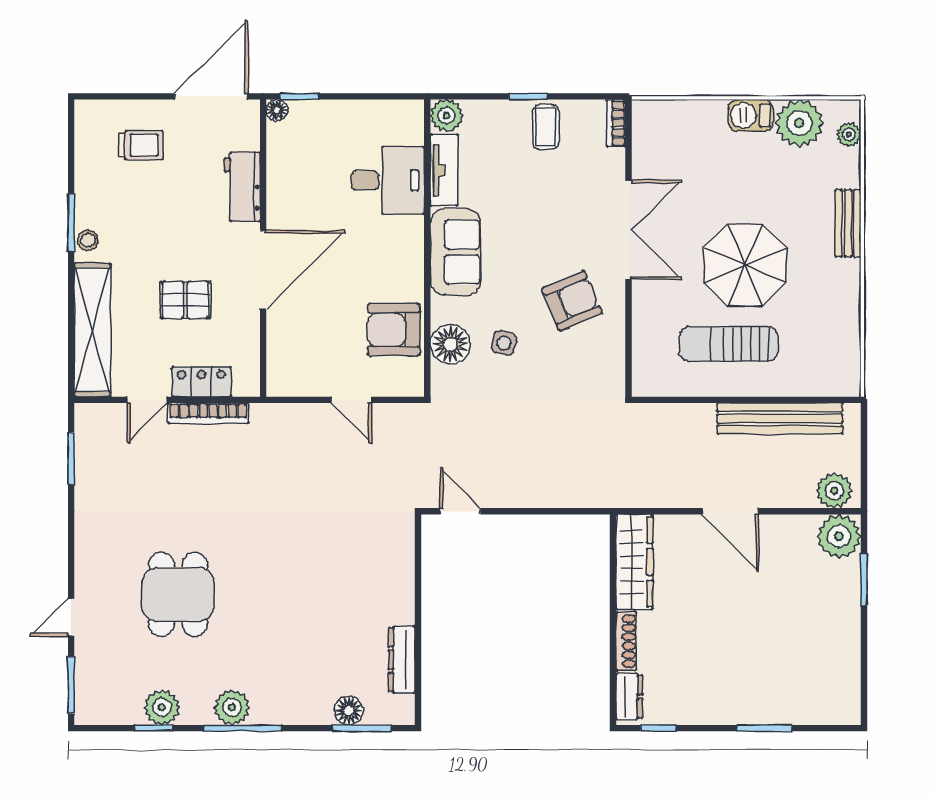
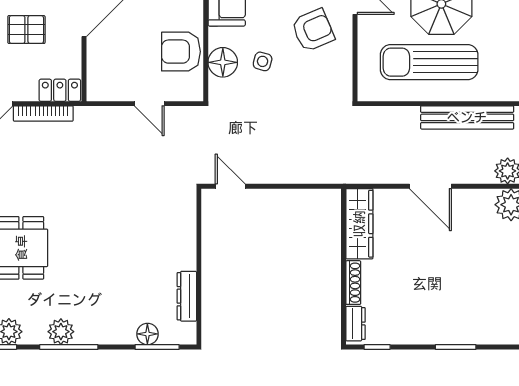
sun lounger: (729, 344) -> (429, 62), width x1.36, depth x1.34
locker: (201, 382) -> (60, 90), moved

